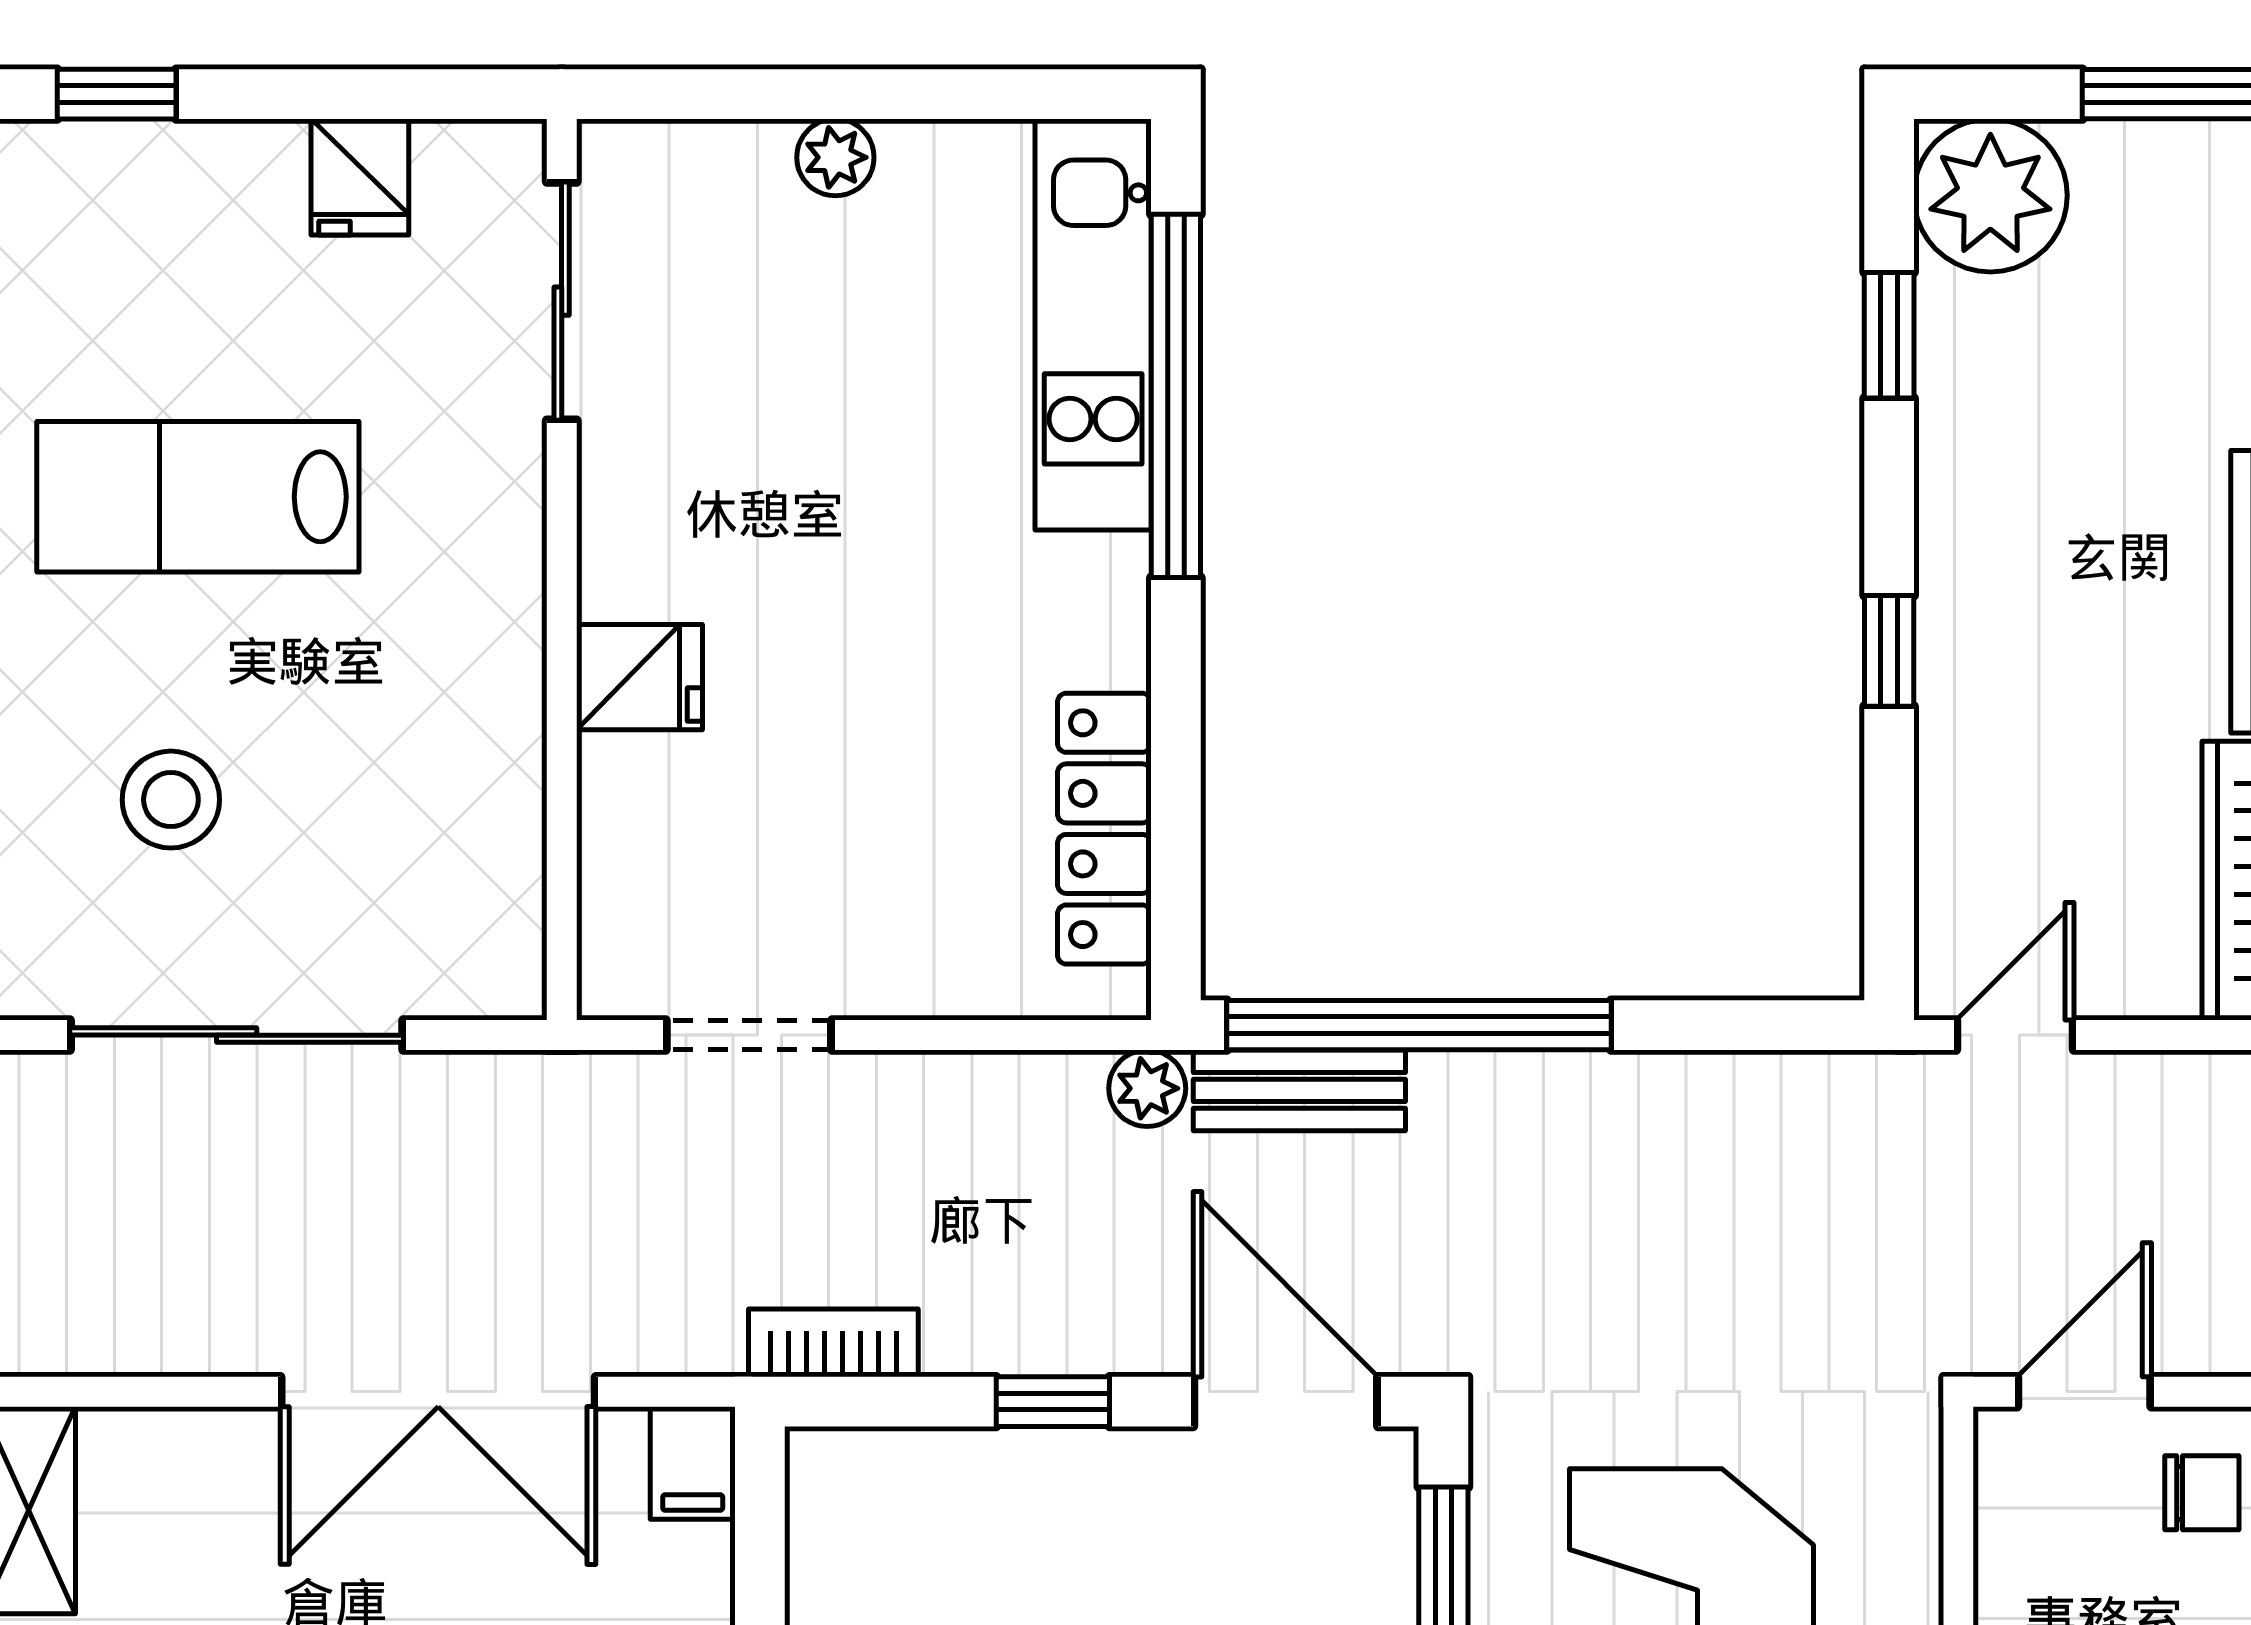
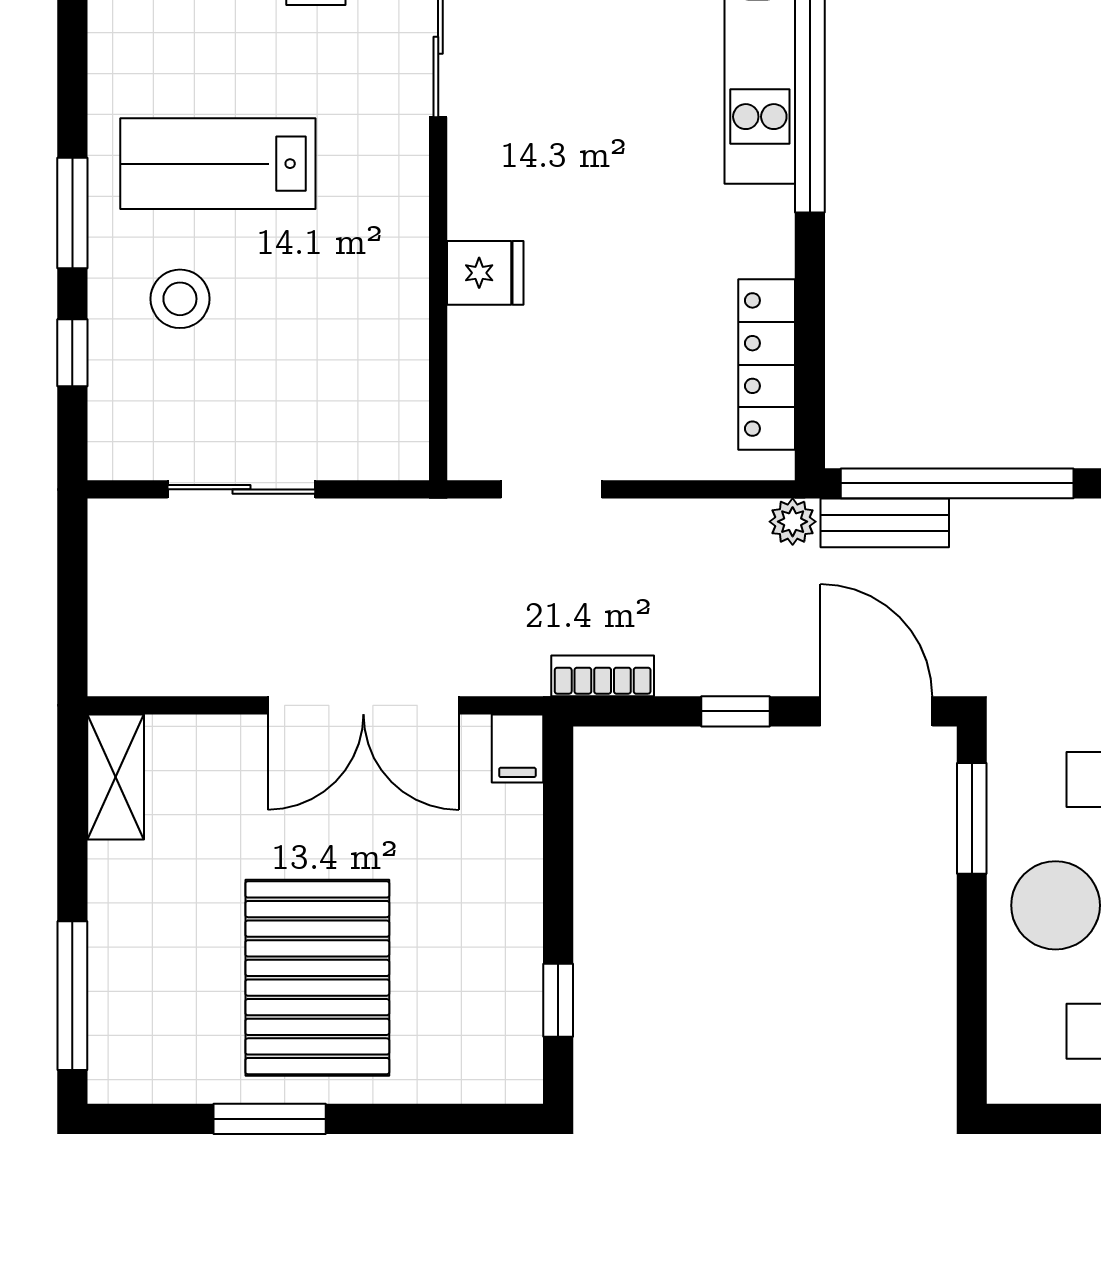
stool: (171, 800) -> (180, 299), moved
sliding door: (237, 1035) -> (241, 489), width x0.73

